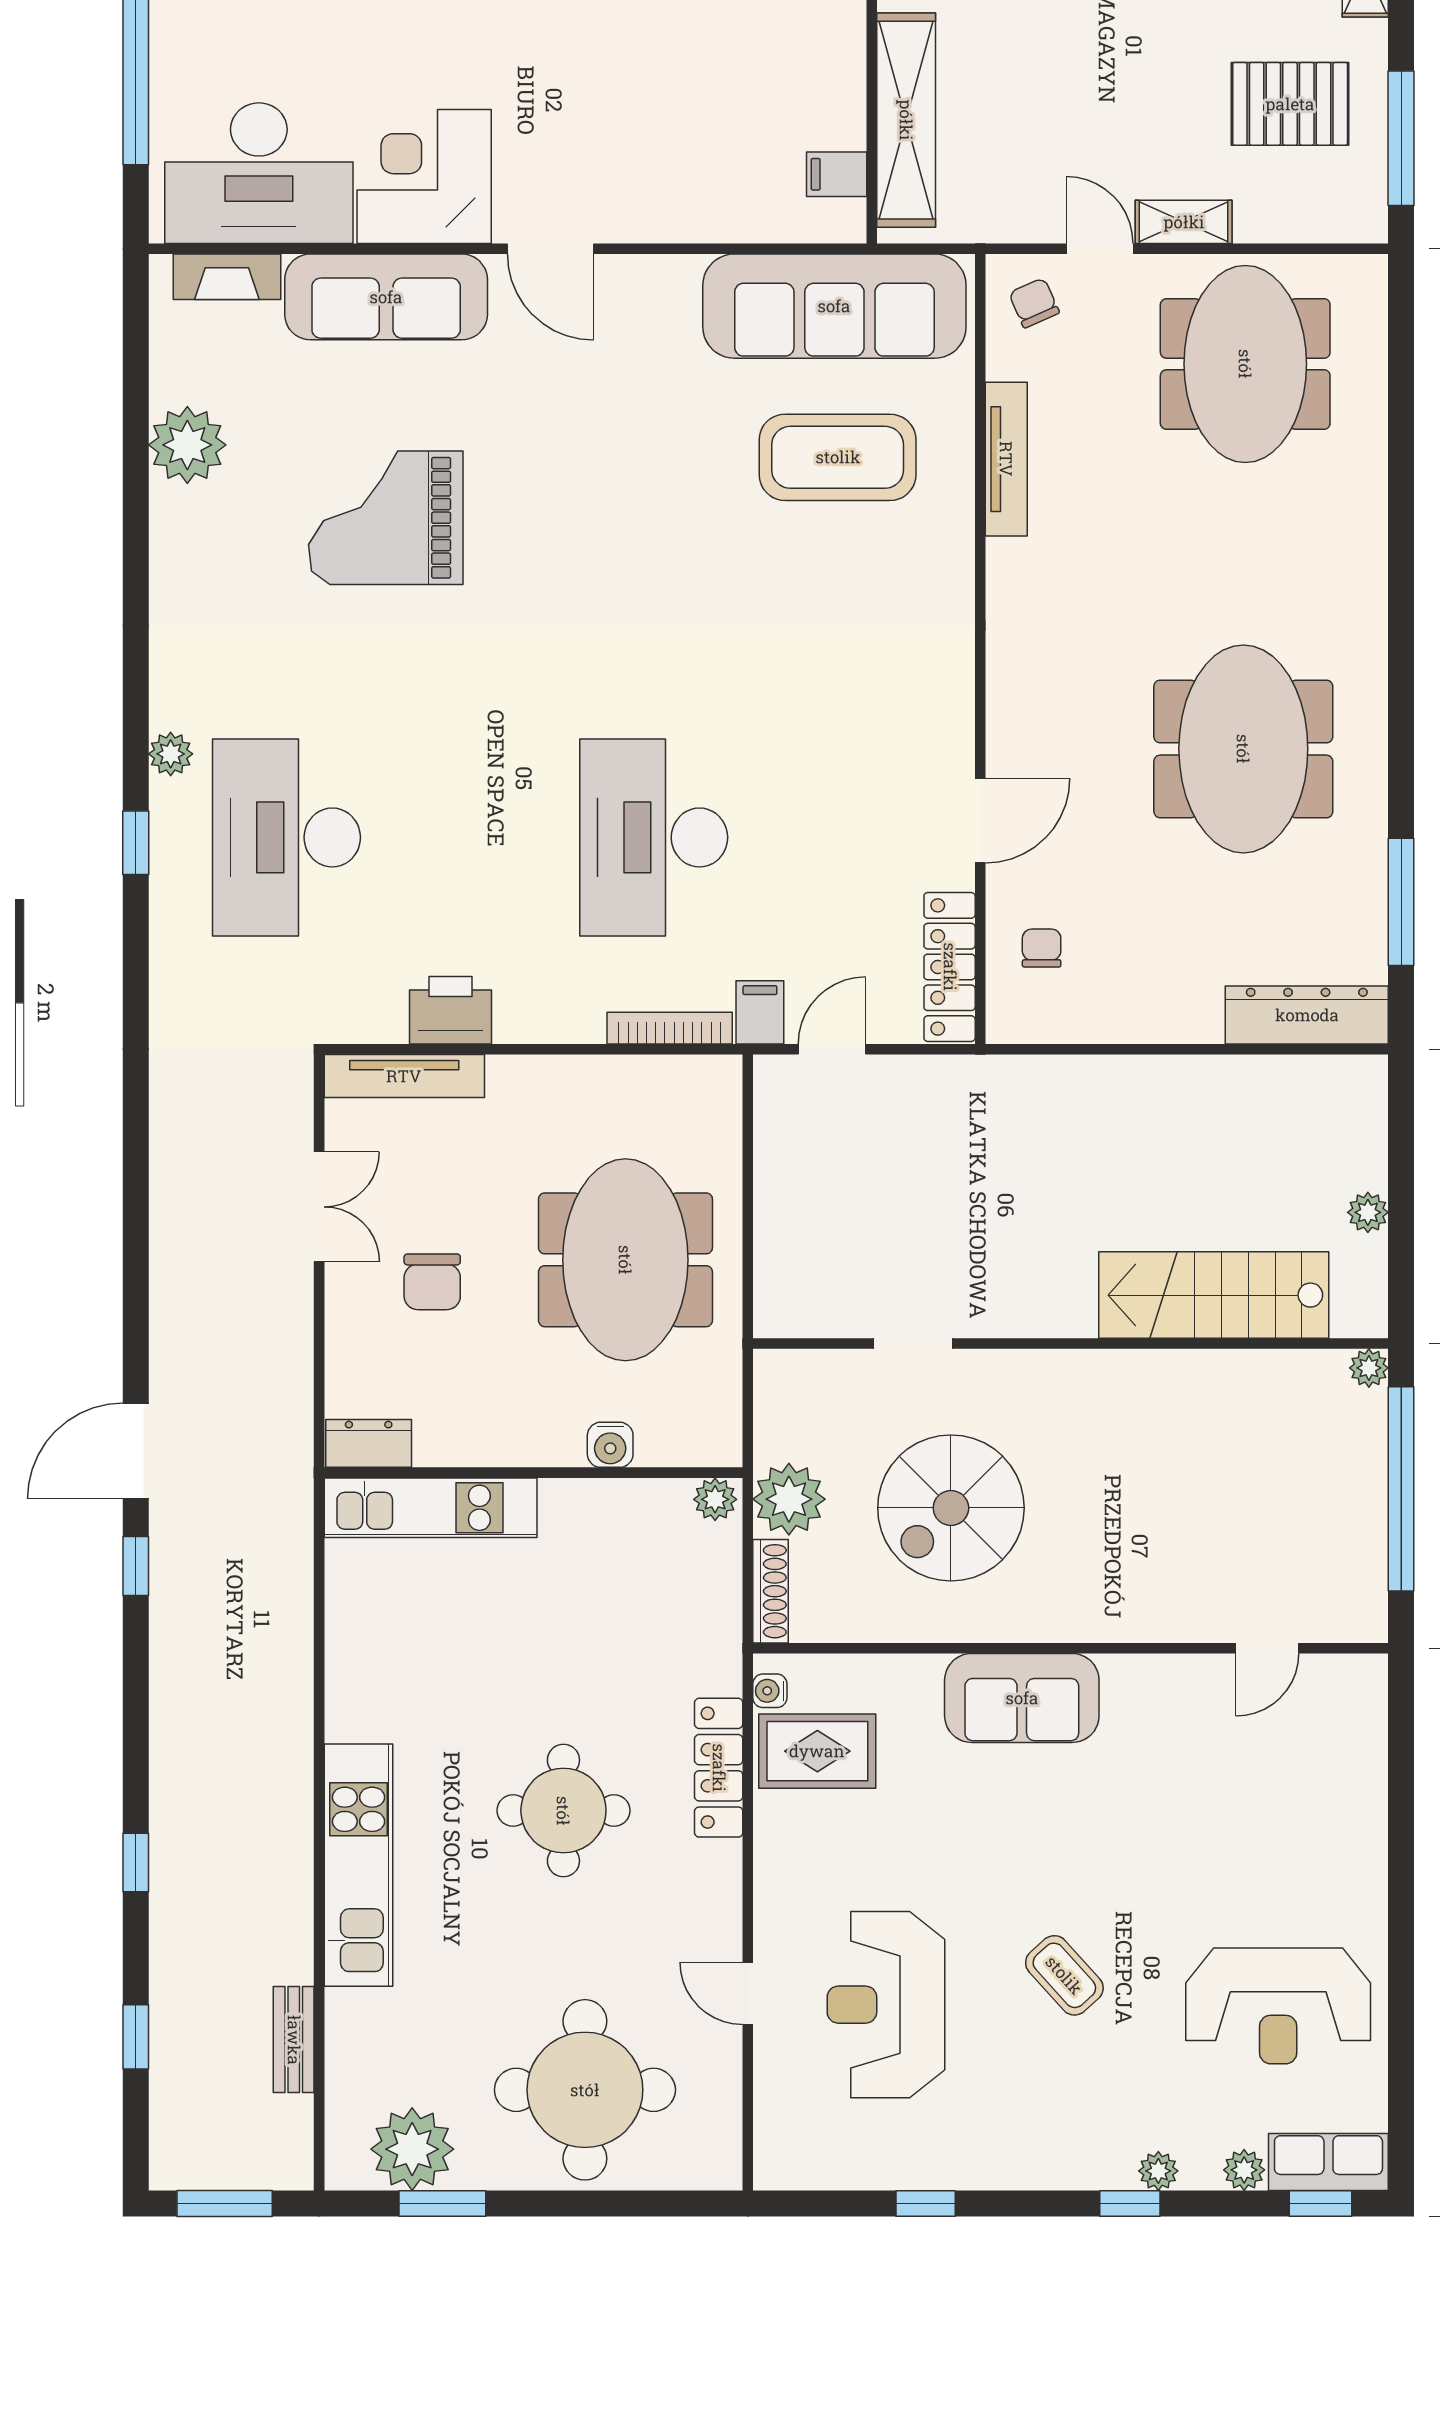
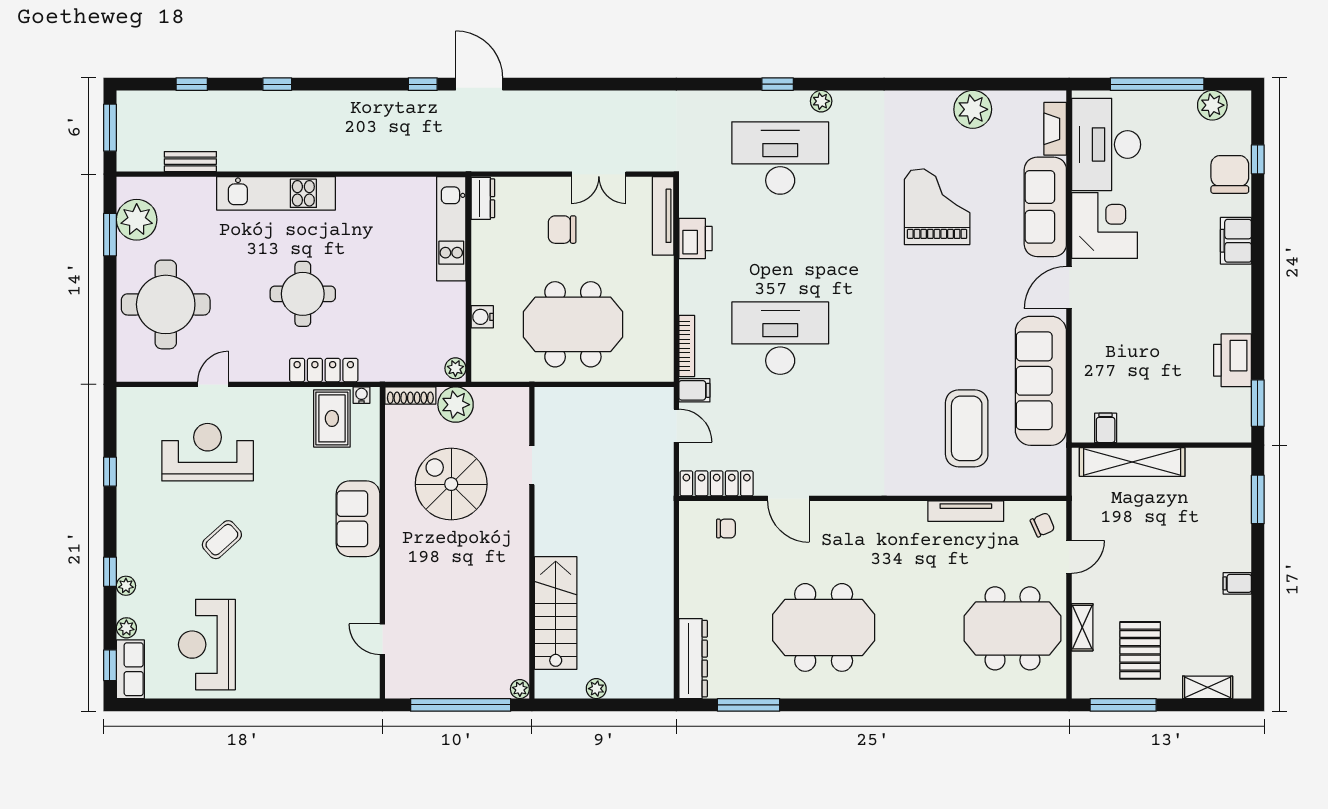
shelving: (1184, 222) -> (1082, 627), moved
sofa: (834, 306) -> (1041, 381), moved

